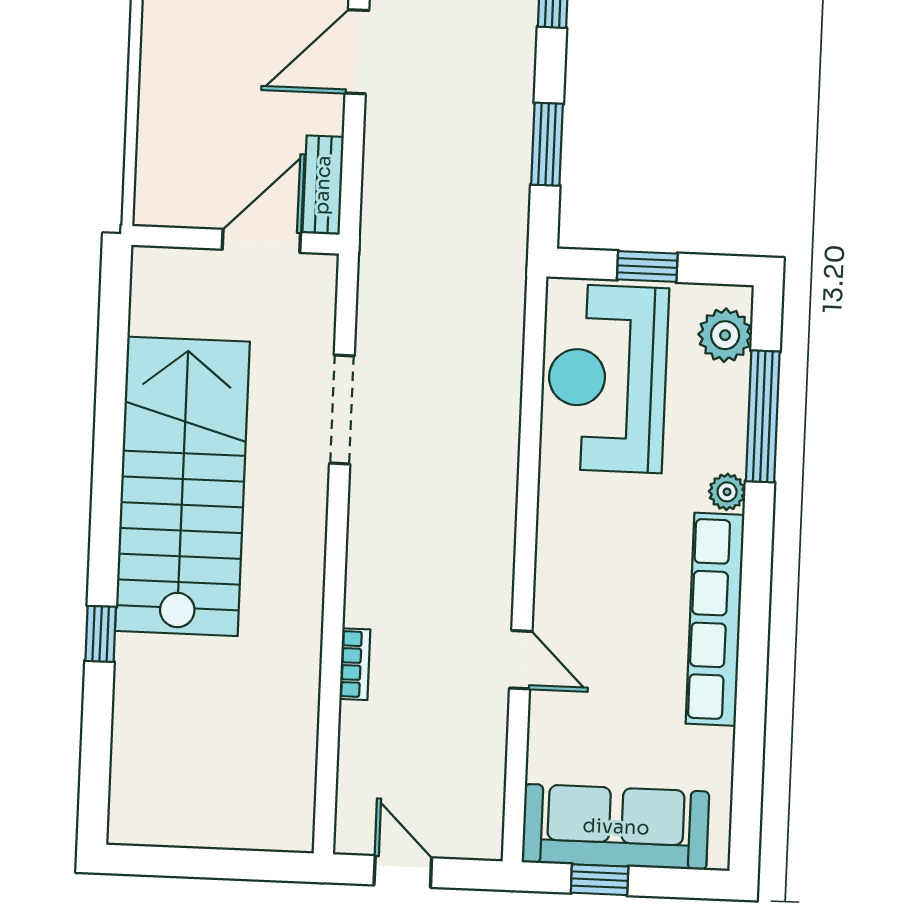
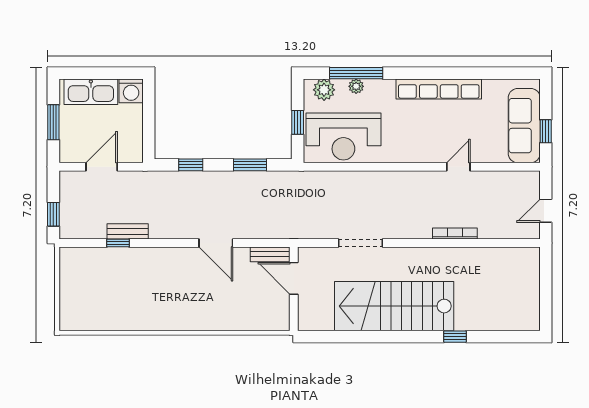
plant: (727, 492) -> (356, 86), moved
bookcase: (355, 664) -> (455, 234), width x1.56

